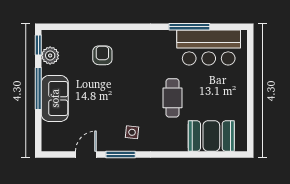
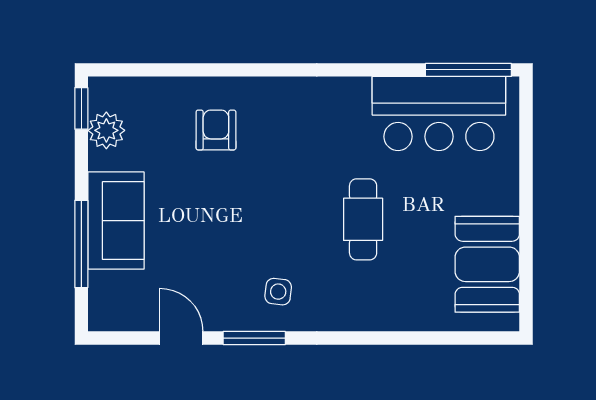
window: (189, 27) -> (468, 70), moved
window: (38, 88) -> (81, 244), moved
booth: (211, 136) -> (487, 264), moved, turned 90
door: (86, 154) -> (181, 338), hinge flipped

